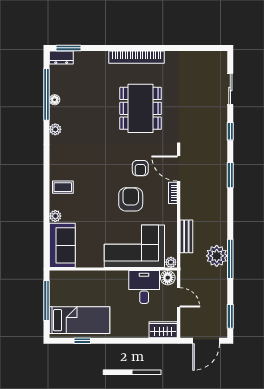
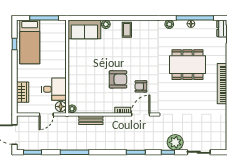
dining table: (141, 108) -> (187, 65), moved
corner sofa: (134, 246) -> (84, 82), removed
plant: (217, 256) -> (175, 142), moved
wardrobe: (163, 330) -> (23, 92), moved

